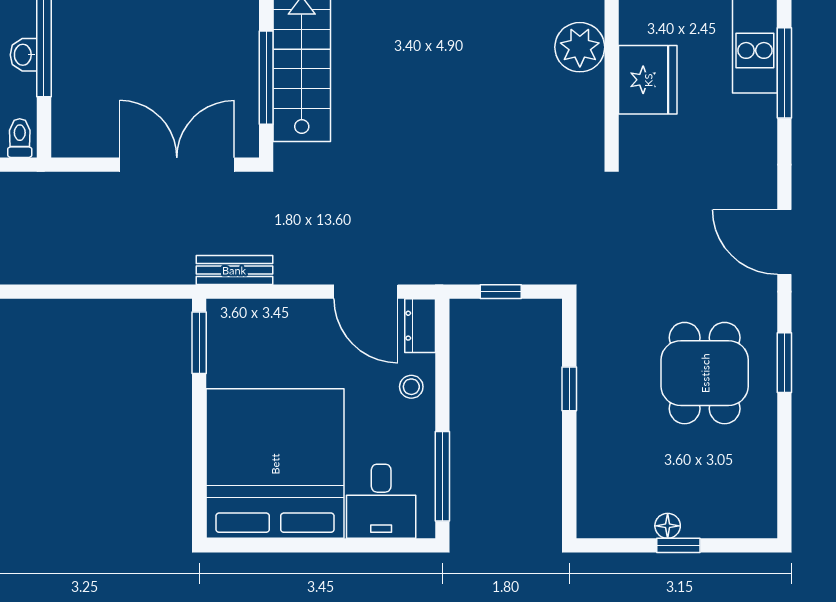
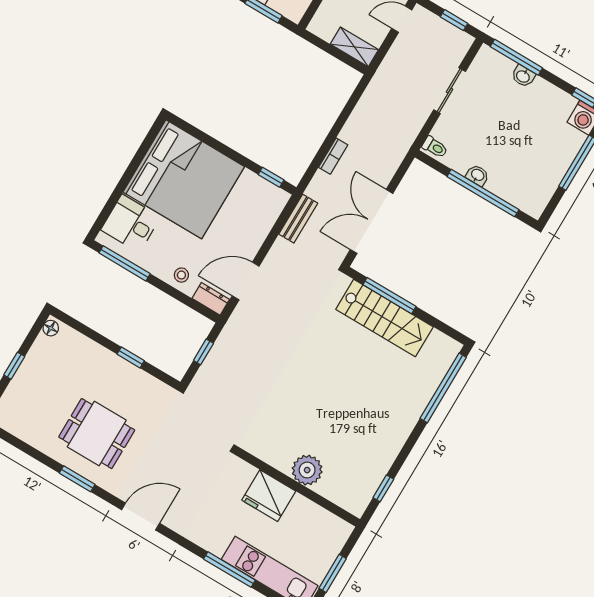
double door: (177, 165) -> (372, 221), swing flipped
bookcase: (117, 273) -> (333, 156), added
window: (199, 343) -> (271, 177), width x0.67
floor lamp: (668, 526) -> (51, 328), moved

